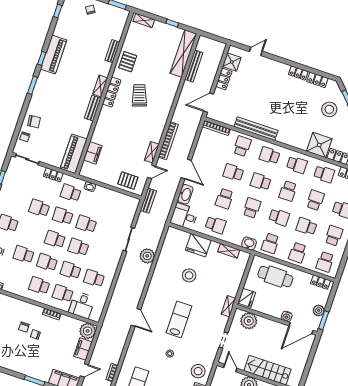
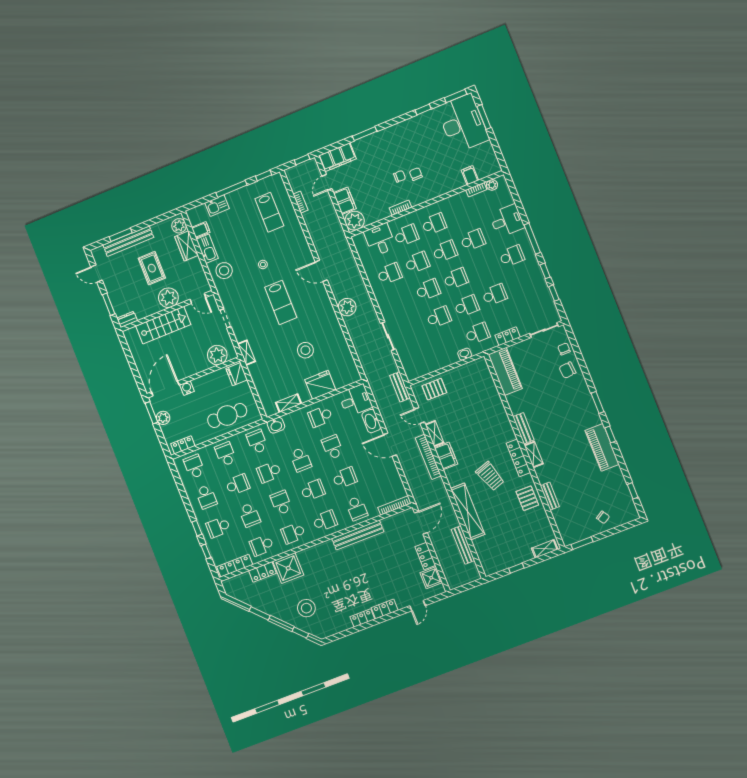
shelving: (183, 53) -> (468, 511), moved
locker: (317, 80) -> (385, 609), moved
filing cabinet: (93, 153) -> (446, 456), moved, turned 180
door: (152, 172) -> (419, 416), hinge flipped
plant: (147, 256) -> (347, 307), moved

